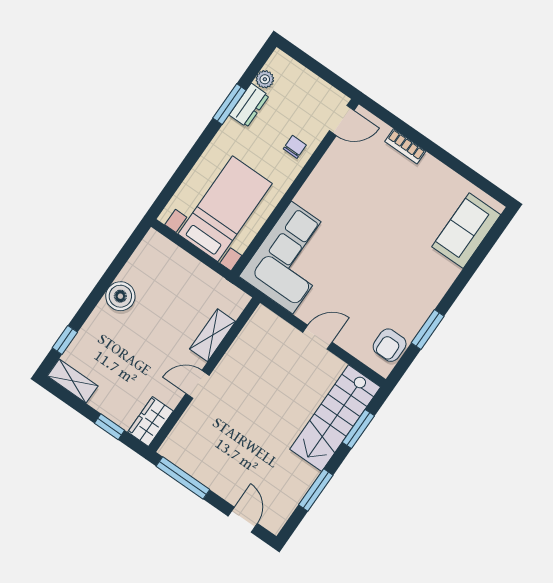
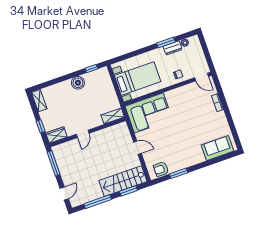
shelving: (213, 335) -> (113, 116), moved
window: (65, 340) -> (91, 69), moved
door: (197, 384) -> (83, 134), swing flipped
window: (316, 490) -> (98, 202), width x1.44

